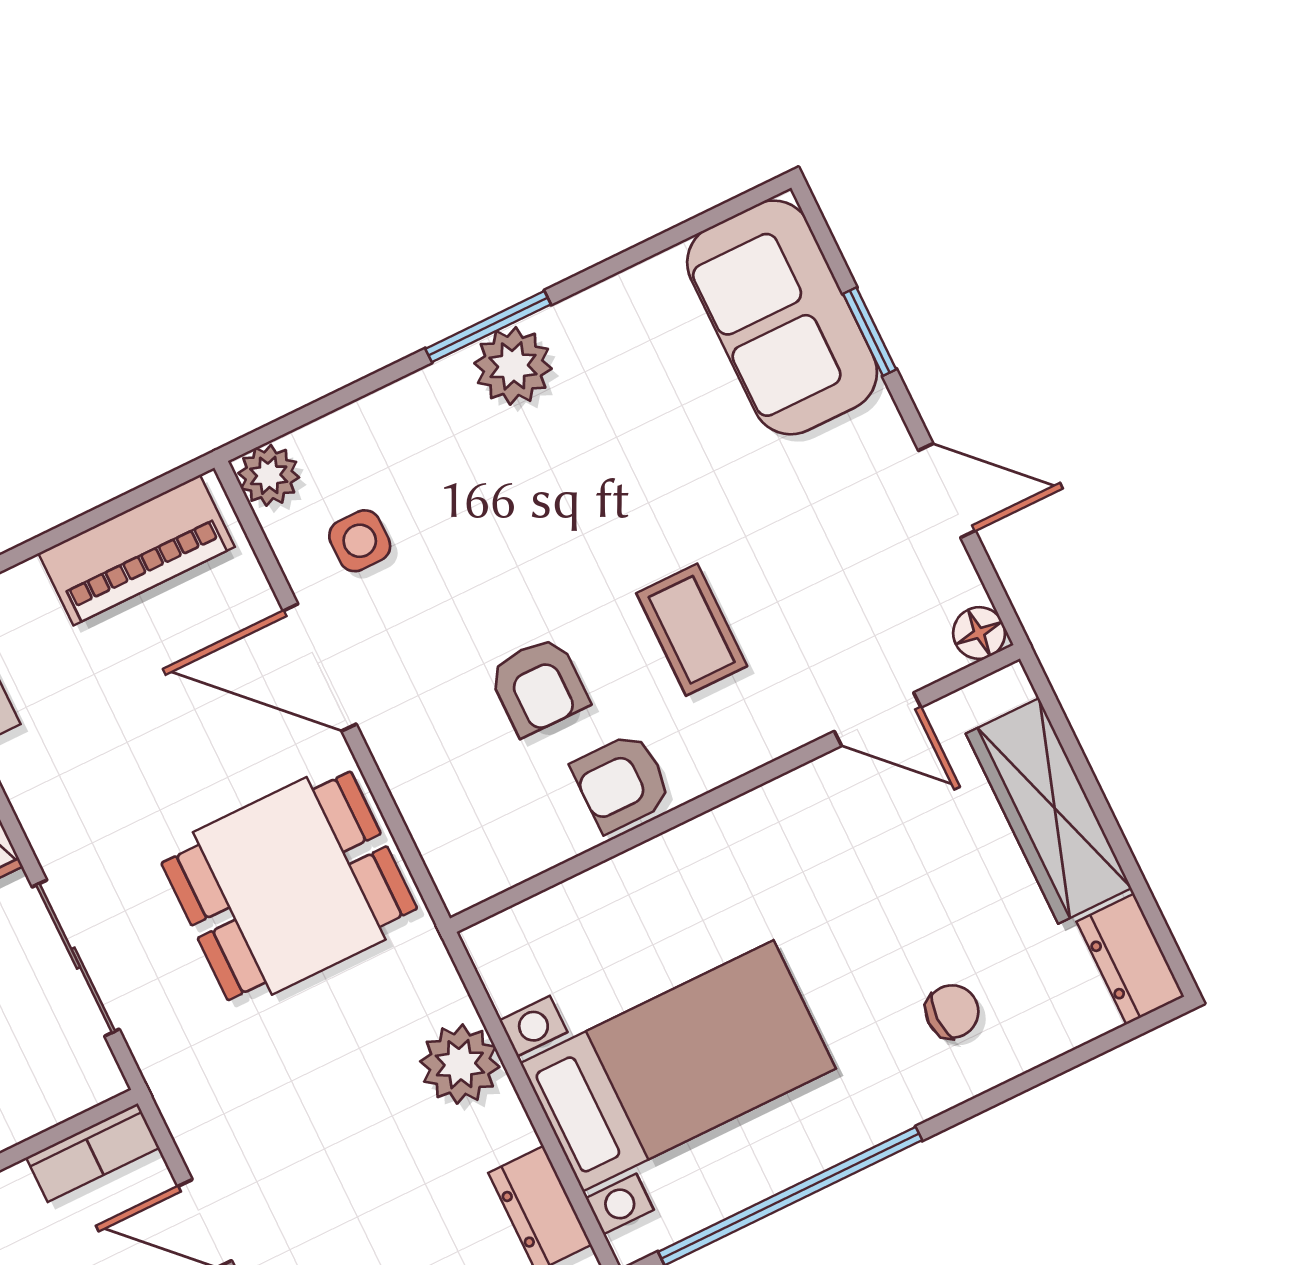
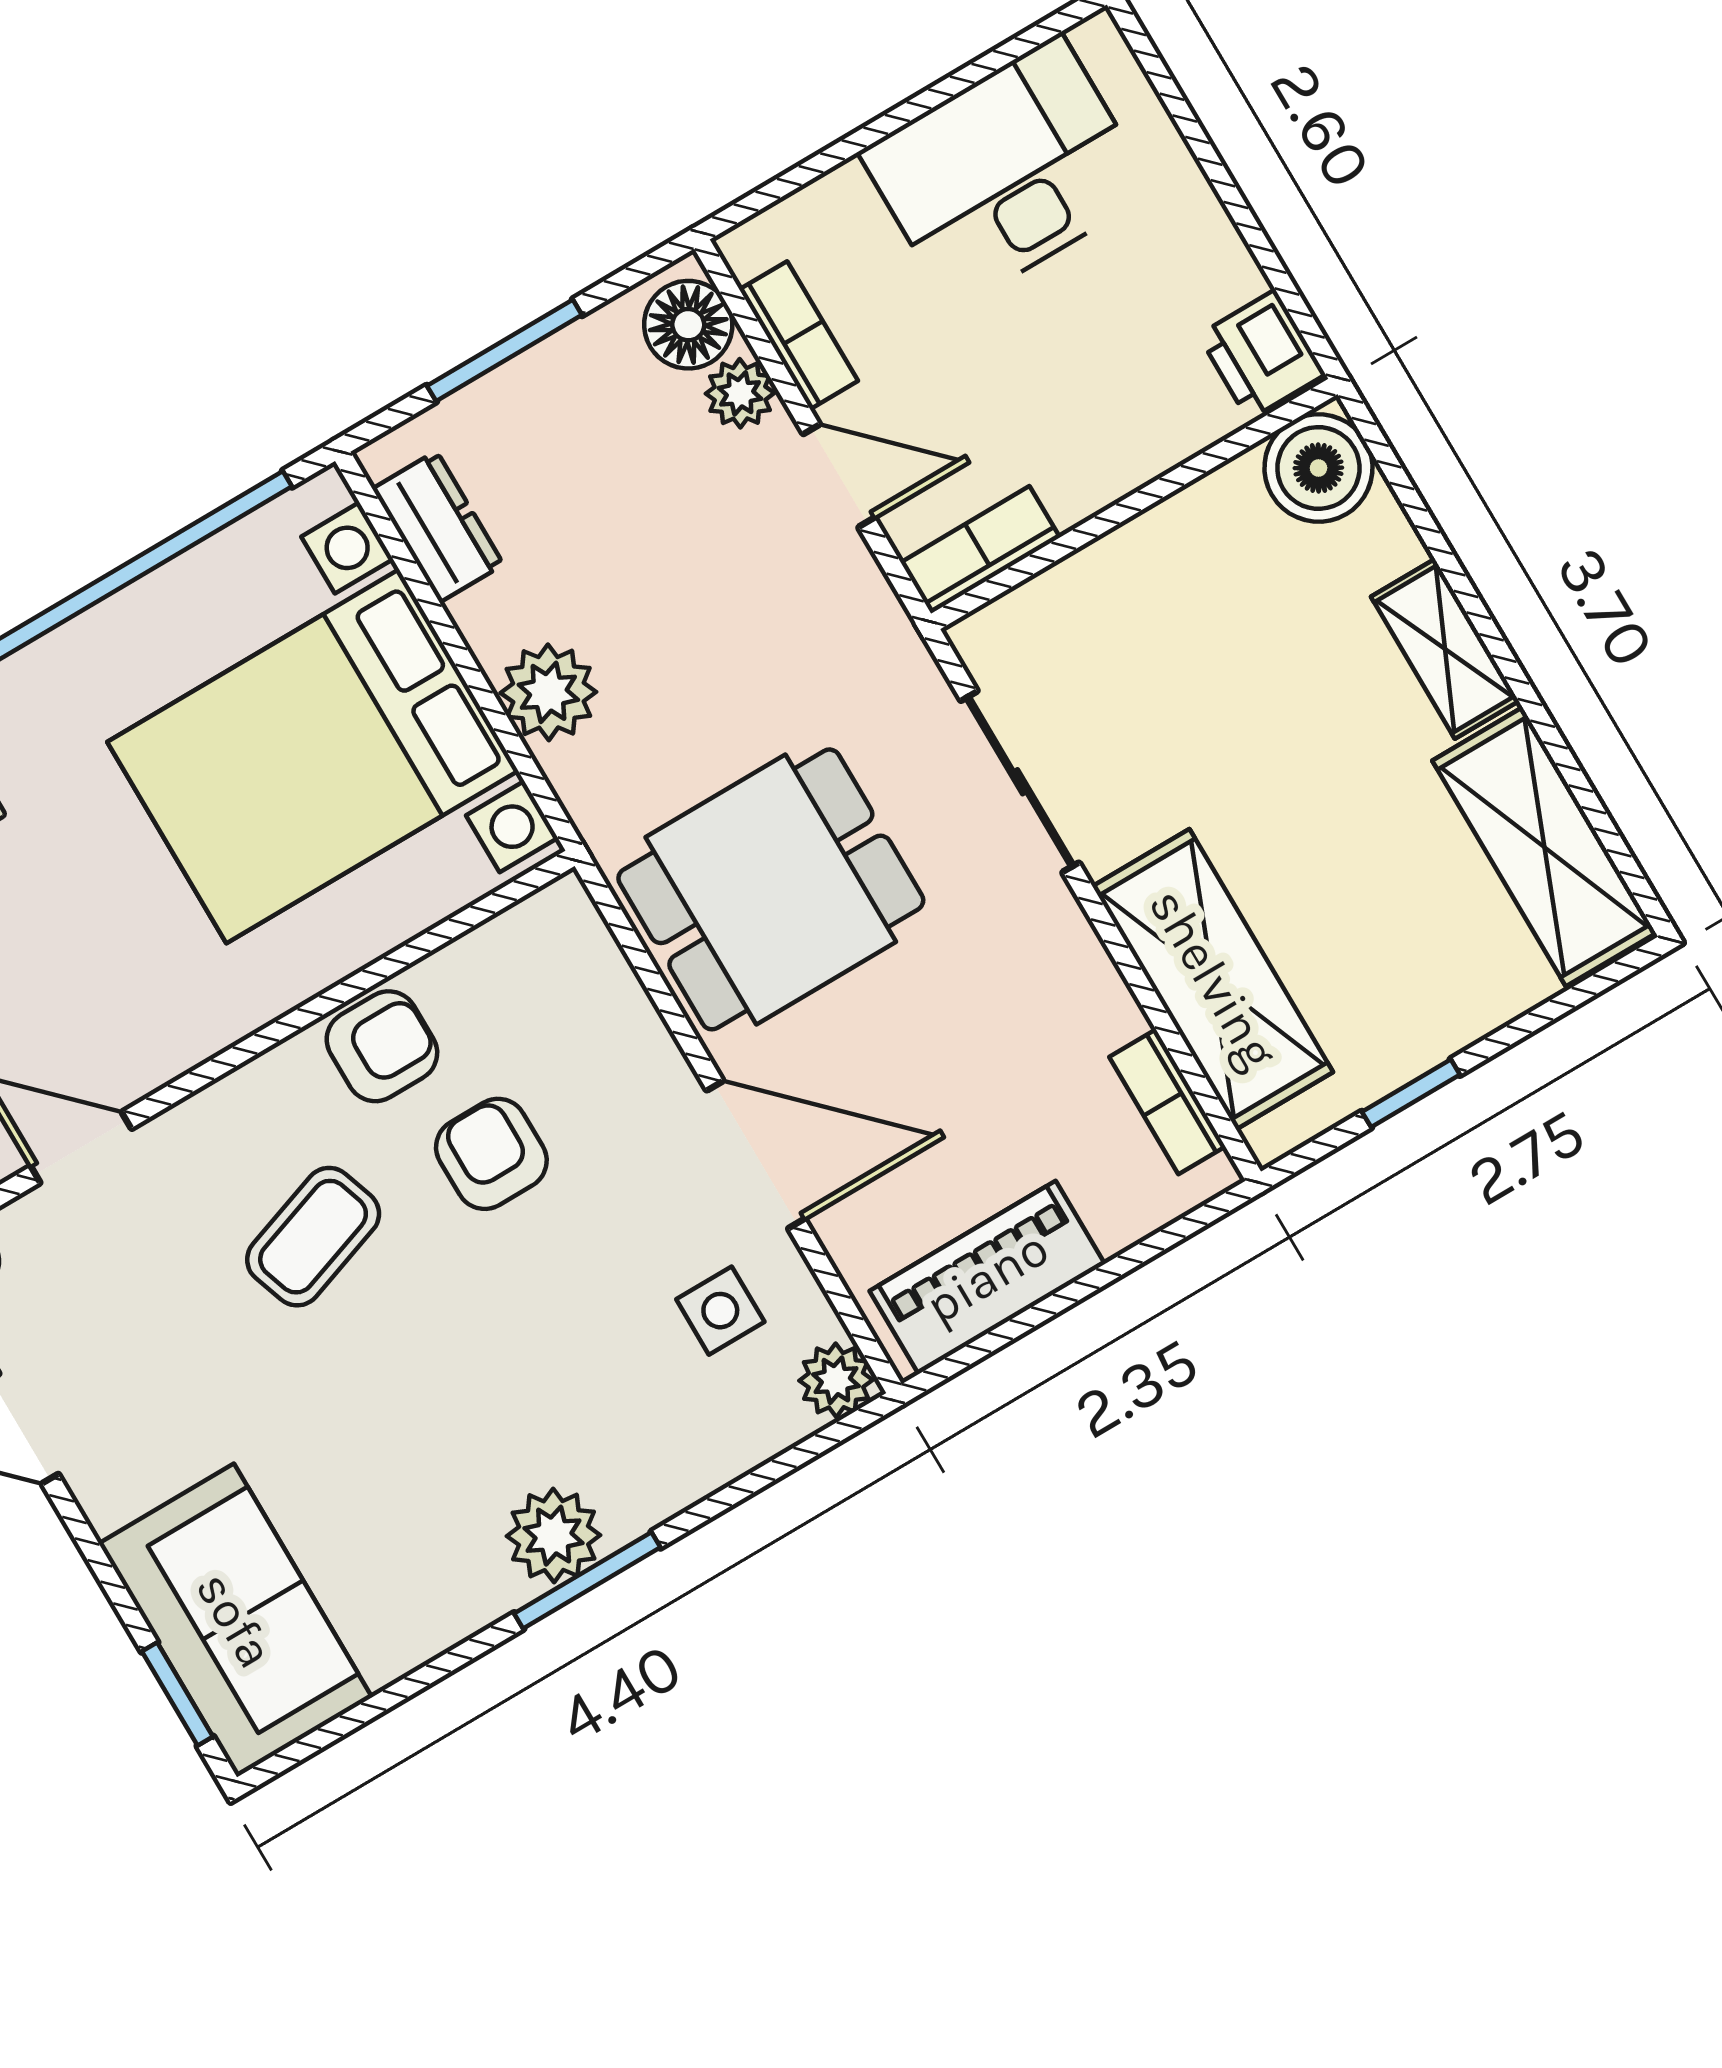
window: (870, 332) -> (177, 1694), moved
coffee table: (692, 630) -> (313, 1237), turned 71
bed with nightstands: (678, 1066) -> (313, 756), width x1.36

